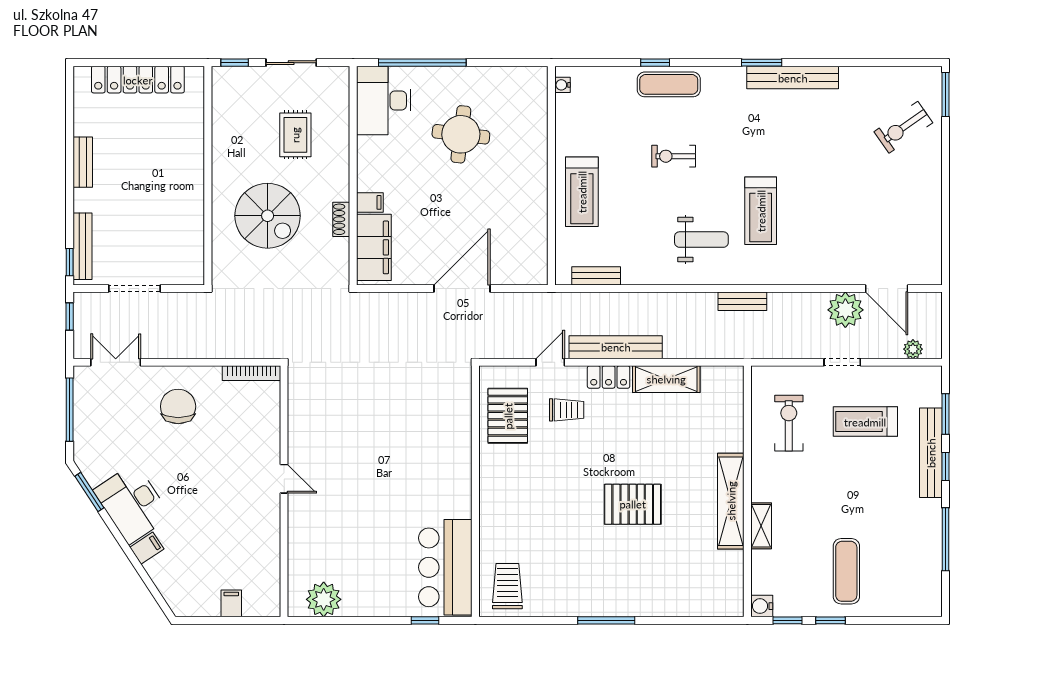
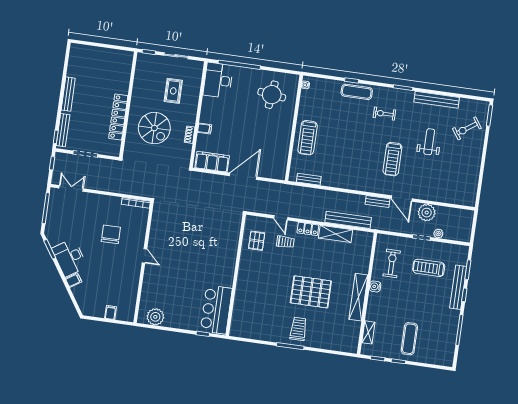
bench: (793, 78) -> (437, 100), moved
locker: (138, 80) -> (118, 117), moved, turned 90
round table: (461, 134) -> (272, 95), moved
exercise bike: (674, 156) -> (384, 114), moved
bench: (83, 162) -> (68, 94), width x1.36
weight bench: (701, 240) -> (429, 142), moved, turned -90
filing cabinet: (374, 247) -> (212, 162), moved, turned -90
door: (887, 289) -> (402, 199), moved
bench: (616, 347) -> (348, 220), moved
plant: (913, 349) -> (438, 234), moved
door: (550, 362) -> (281, 218), swing flipped
chair: (178, 406) -> (111, 234), moved
pallet: (508, 416) -> (257, 241), width x0.67, depth x0.71
pallet: (633, 504) -> (311, 292), width x1.37, depth x1.41
shelving: (761, 526) -> (368, 332), moved
trolley: (507, 586) -> (298, 329), moved
water cooler: (762, 606) -> (375, 286), moved

